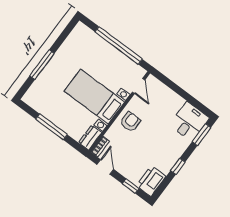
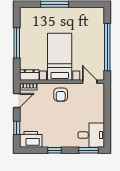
door: (139, 86) -> (90, 82), swing flipped
armchair: (130, 122) -> (61, 95), turned 90

